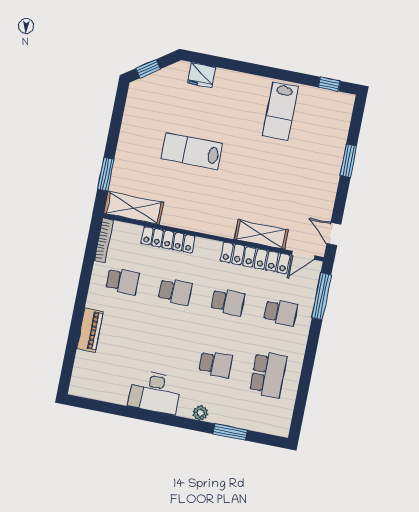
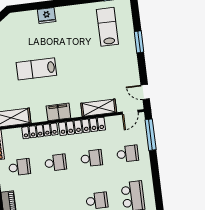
fridge: (201, 75) -> (47, 15), moved
lab bench: (280, 111) -> (107, 27), moved, turned 180
filing cabinet: (203, 222) -> (58, 112), added
locker: (255, 258) -> (82, 126), moved

